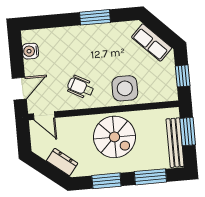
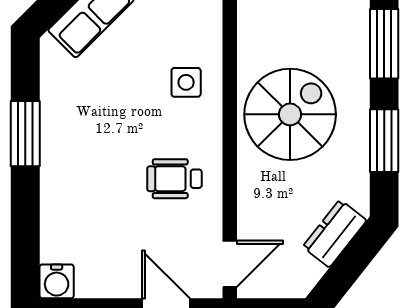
water cooler: (30, 51) -> (57, 281), moved
wheelchair: (81, 87) -> (175, 179), turned 62
side table: (125, 88) -> (186, 82), width x0.54, depth x0.54

